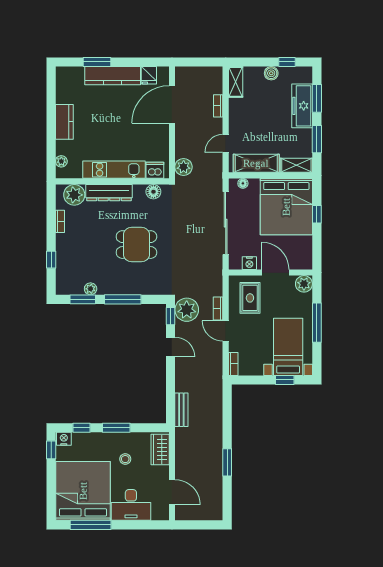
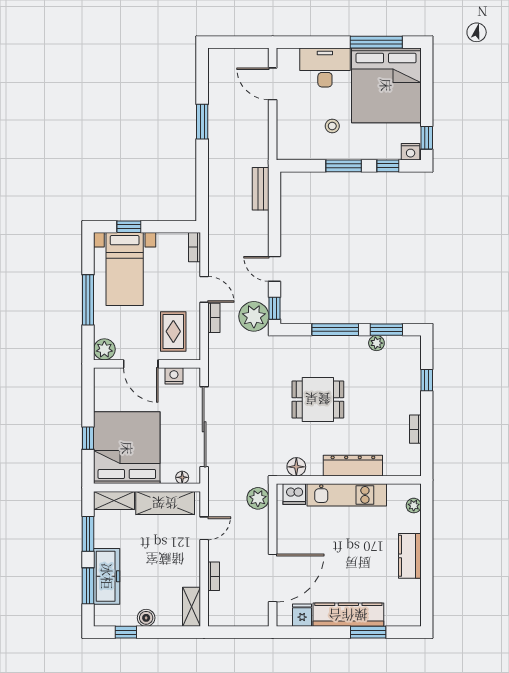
plant: (74, 195) -> (397, 463), removed
wardrobe: (160, 450) -> (288, 138), removed

